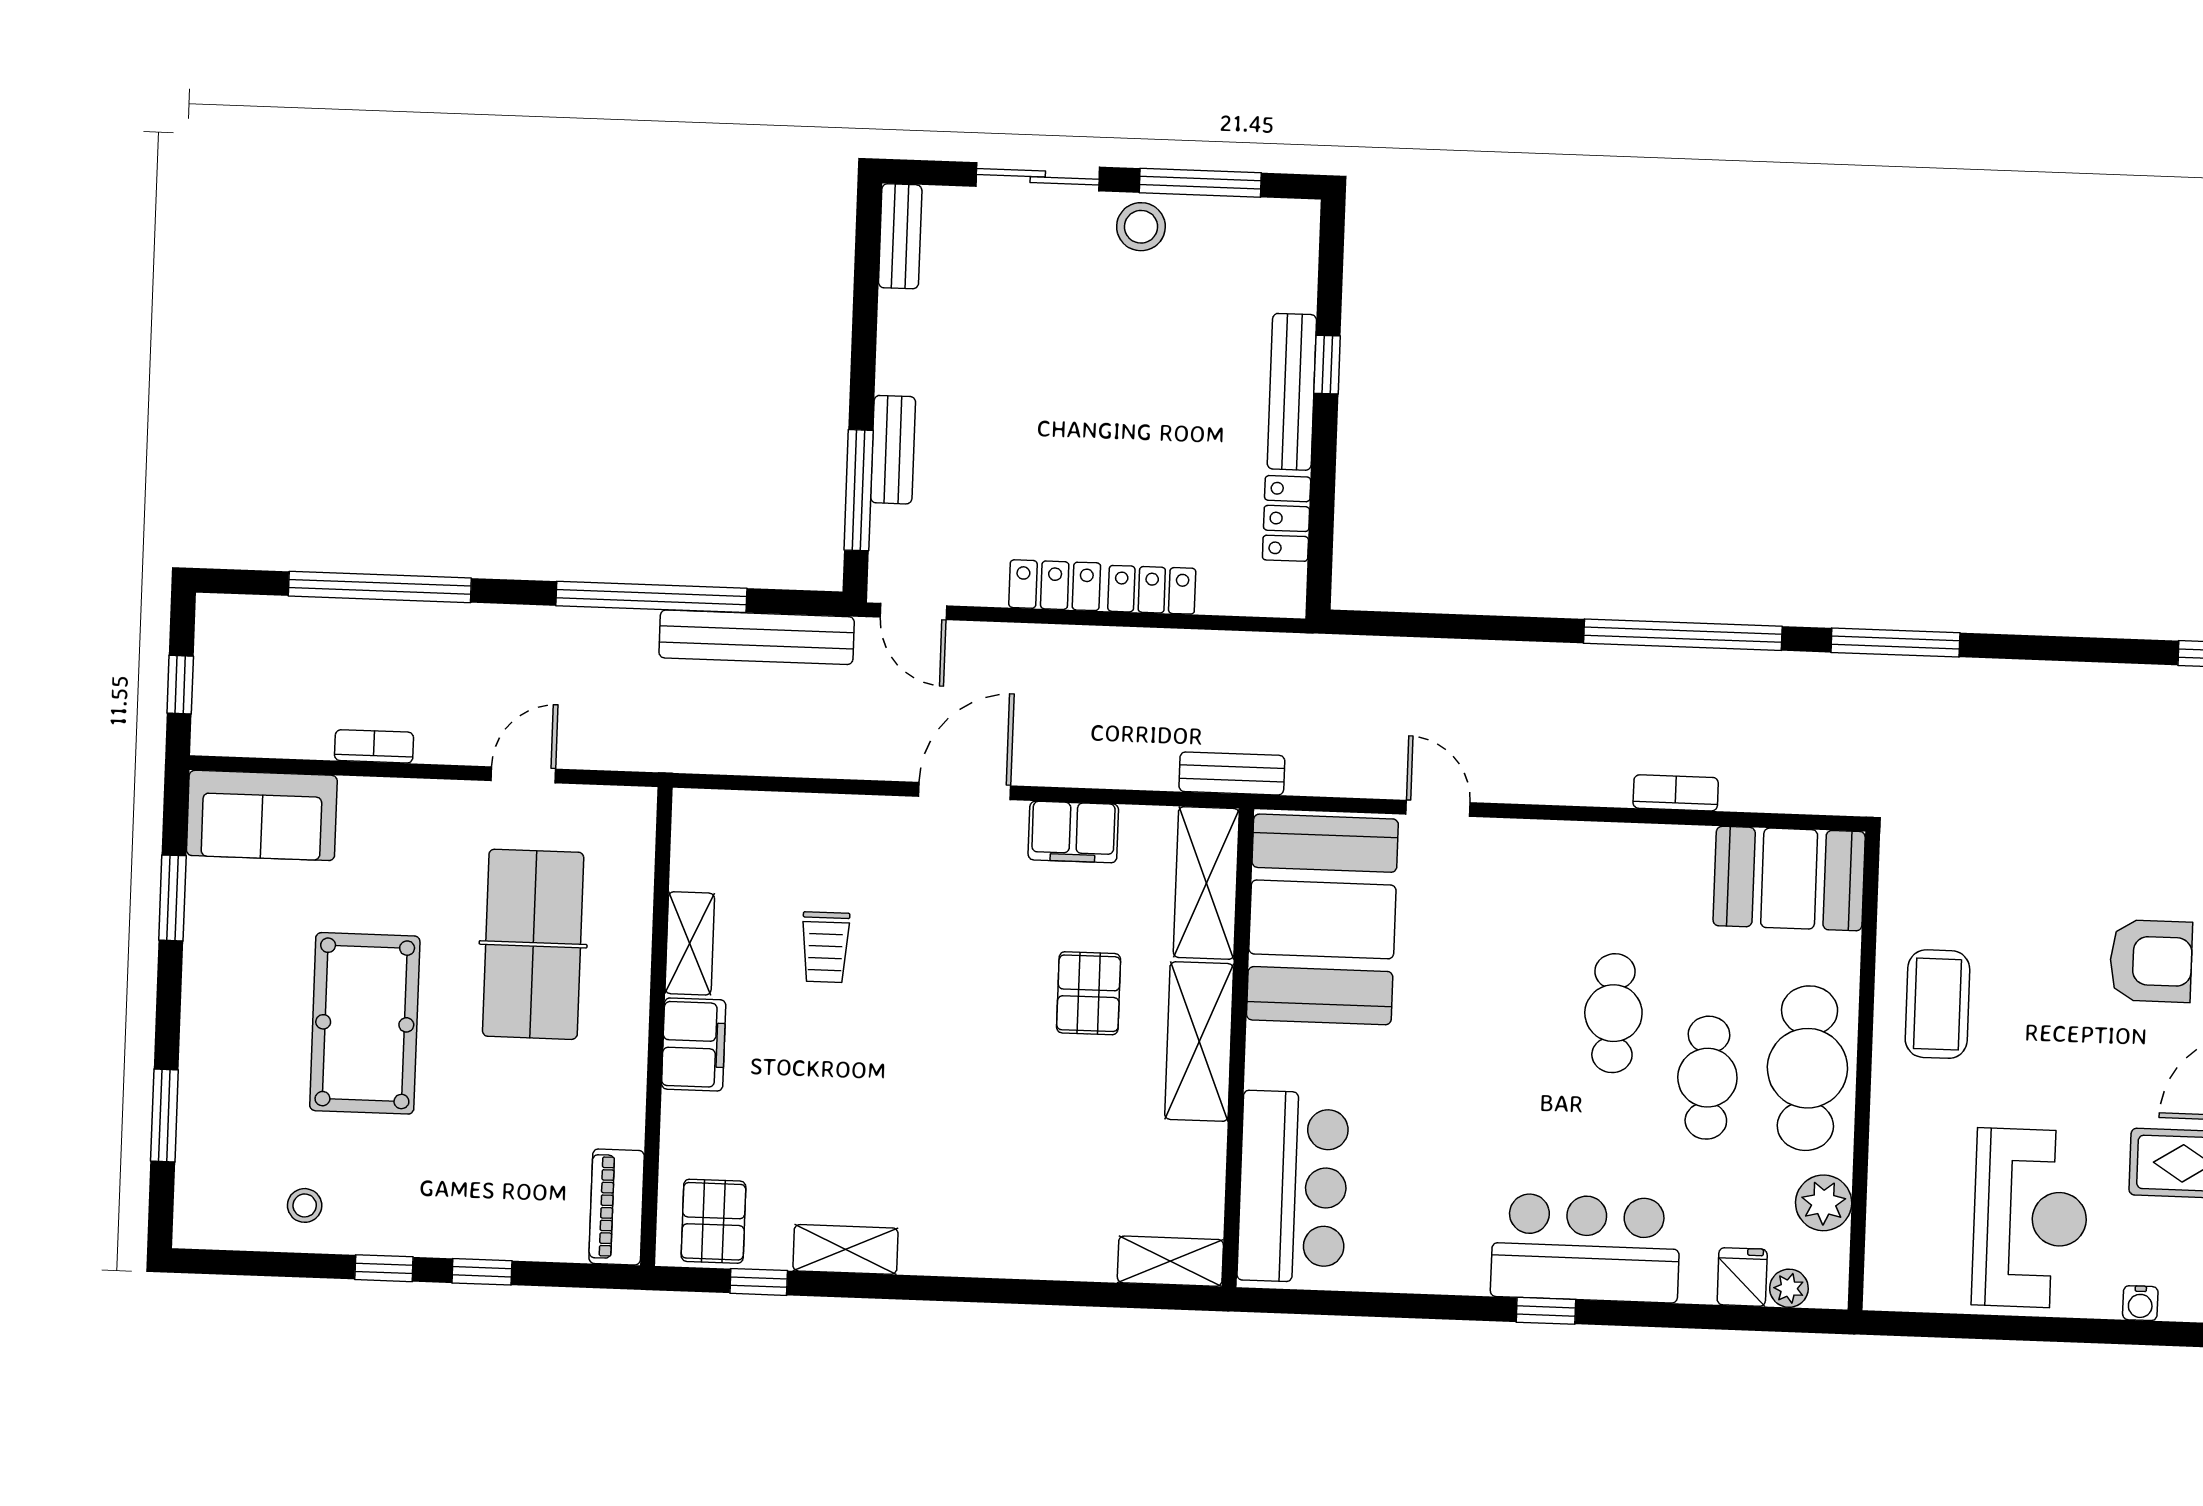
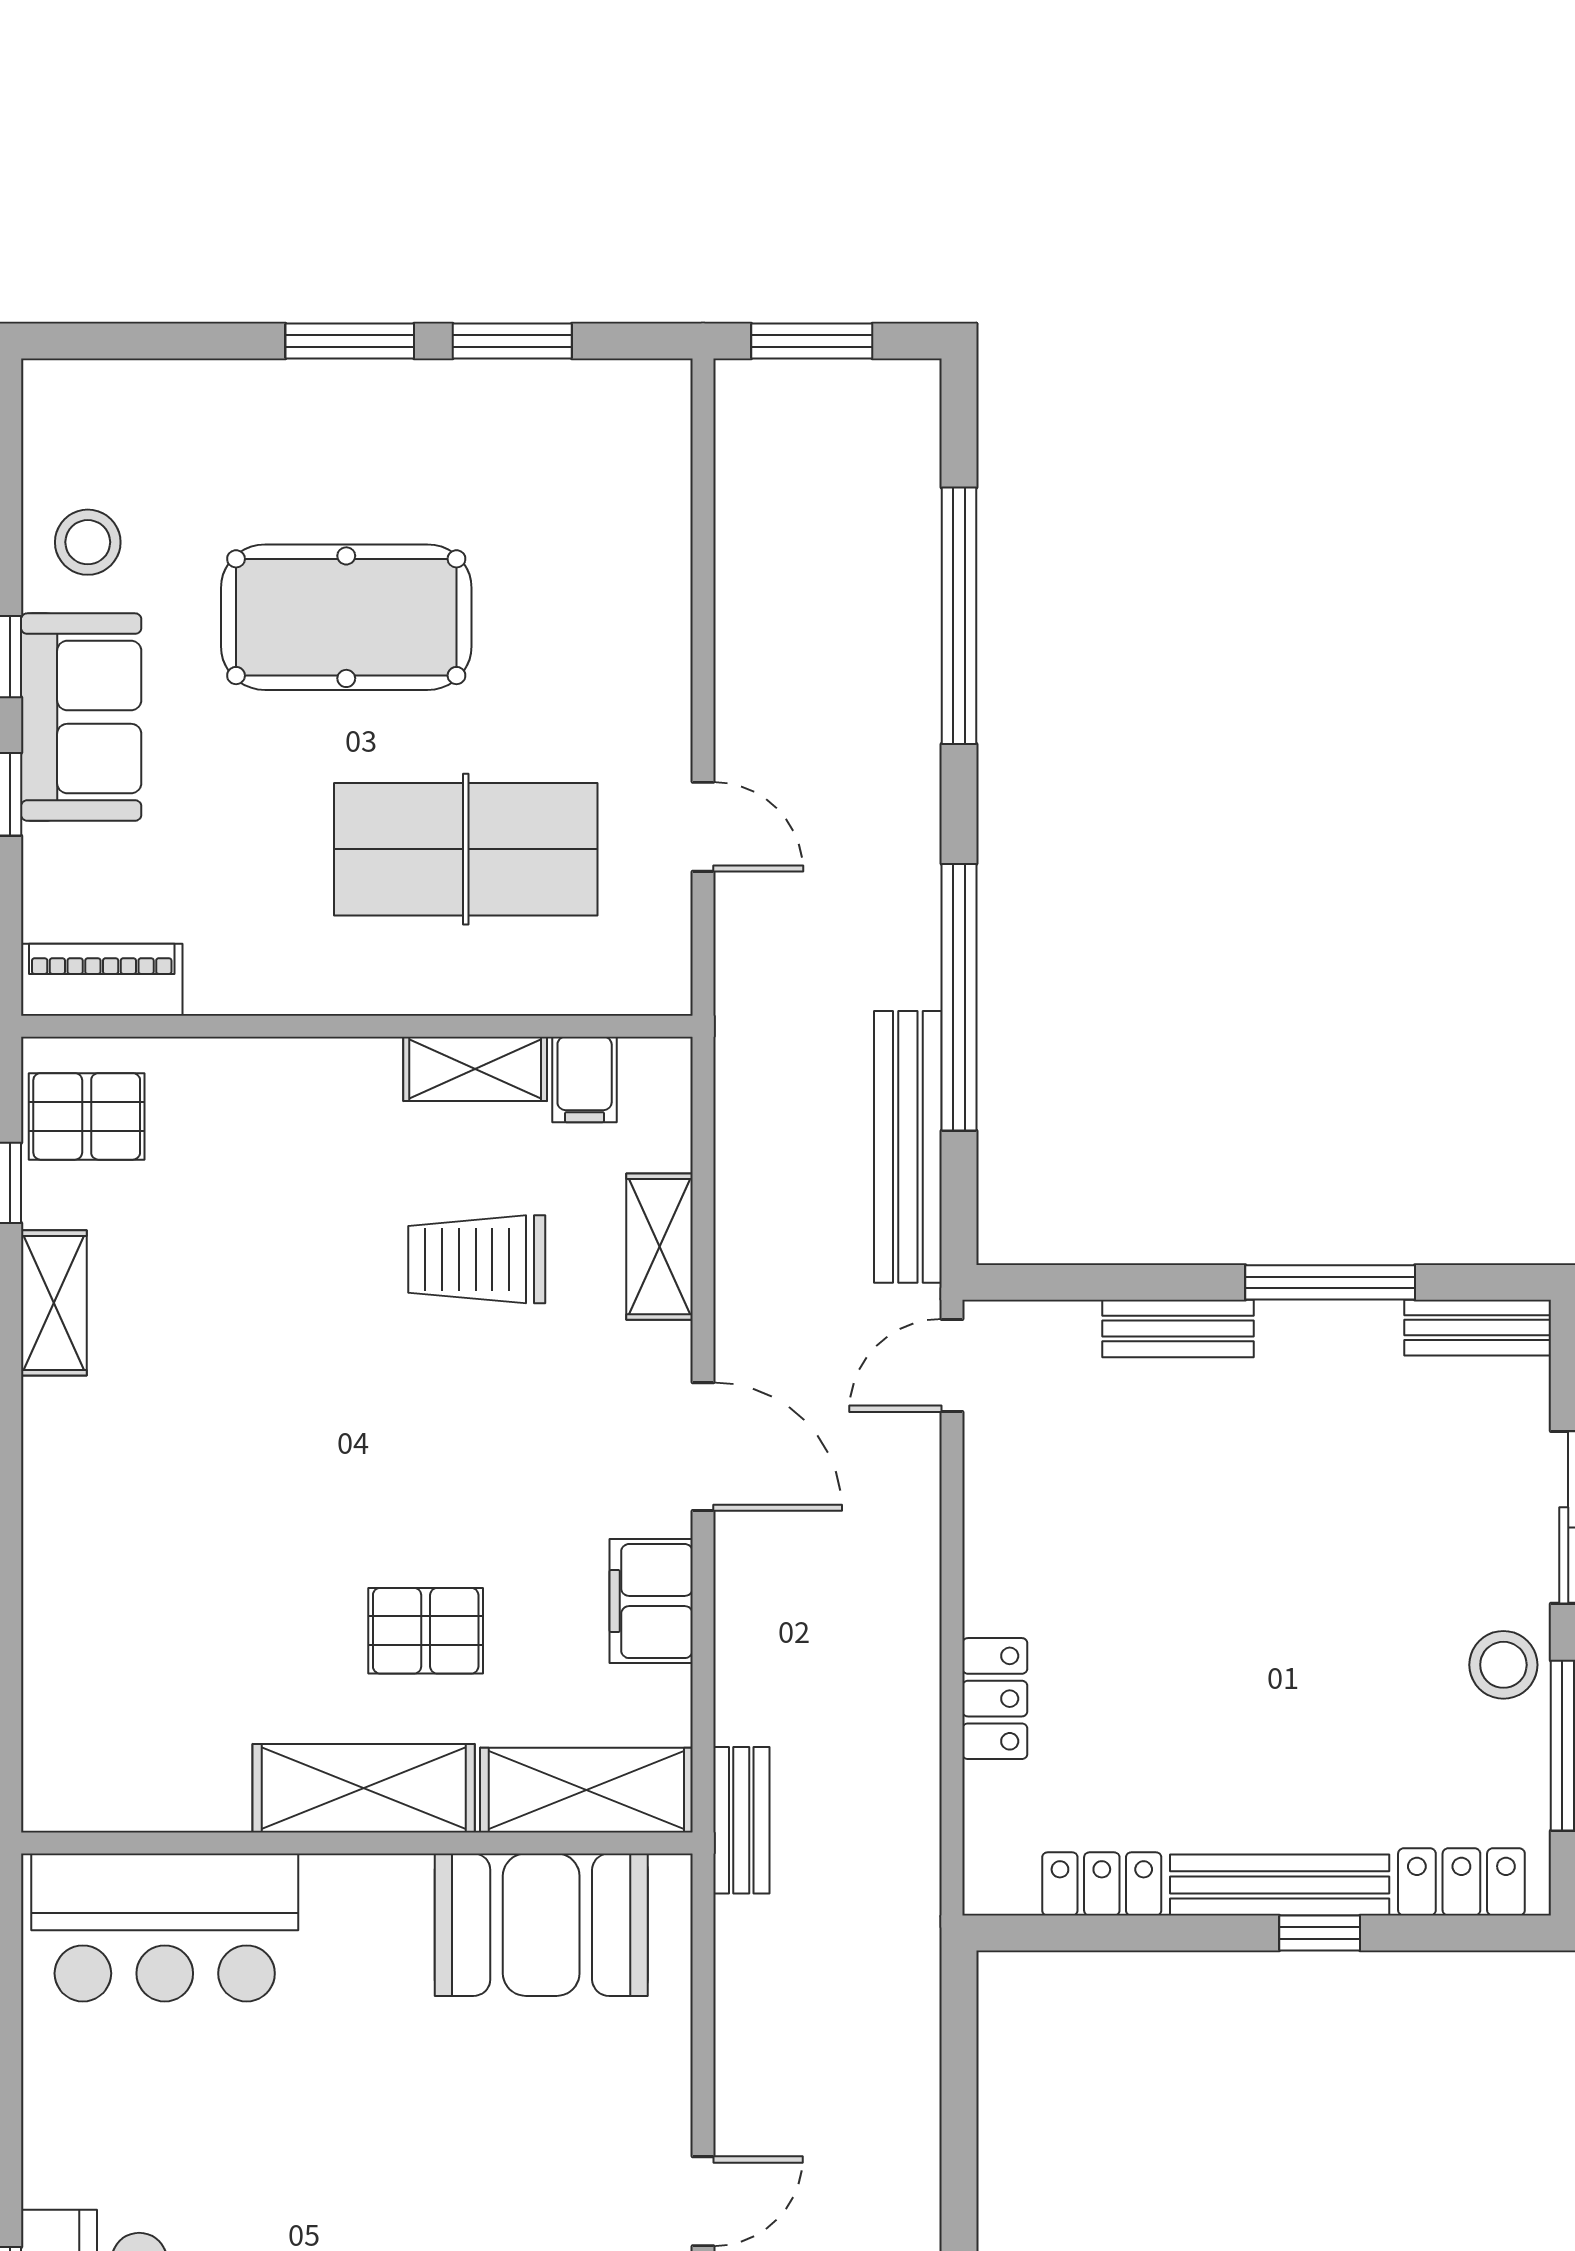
window: (859, 490) -> (1330, 1282), moved
locker: (1055, 585) -> (1461, 1882), moved, turned -90
window: (180, 685) -> (812, 341), width x1.50
bookcase: (374, 746) -> (735, 616), removed
door: (1438, 808) -> (703, 2201), moved
sofa: (262, 815) -> (81, 717), moved, turned 180
booth: (1322, 919) -> (541, 1925), width x0.73, depth x0.70
trolley: (825, 947) -> (477, 1259), width x1.36, depth x1.39
filing cabinet: (694, 1044) -> (585, 1079), moved, width x0.50
window: (164, 1116) -> (350, 341), moved
stool: (305, 1205) -> (88, 542), width x1.37, depth x1.37
shelving: (1170, 1261) -> (660, 1247), moved

